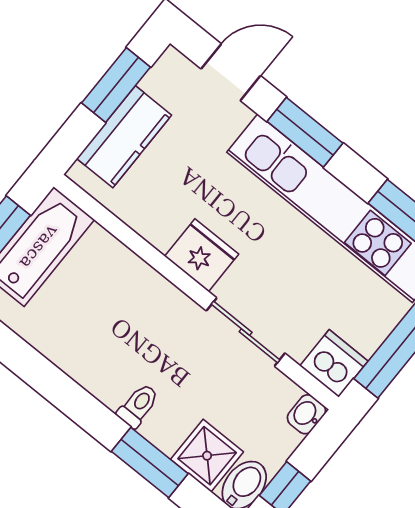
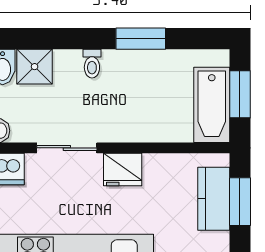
window: (116, 85) -> (240, 202), moved
window: (150, 463) -> (141, 39), moved

